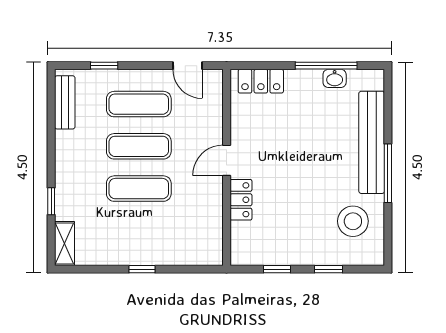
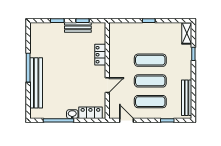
washbasin: (335, 78) -> (72, 114), moved
bench: (65, 102) -> (187, 98), width x1.36
door: (227, 160) -> (107, 85), moved
stool: (353, 221) -> (45, 44), removed
bench: (287, 255) -> (78, 27), added

